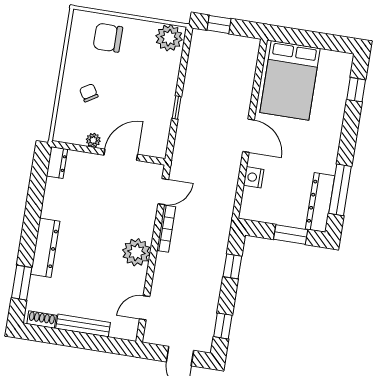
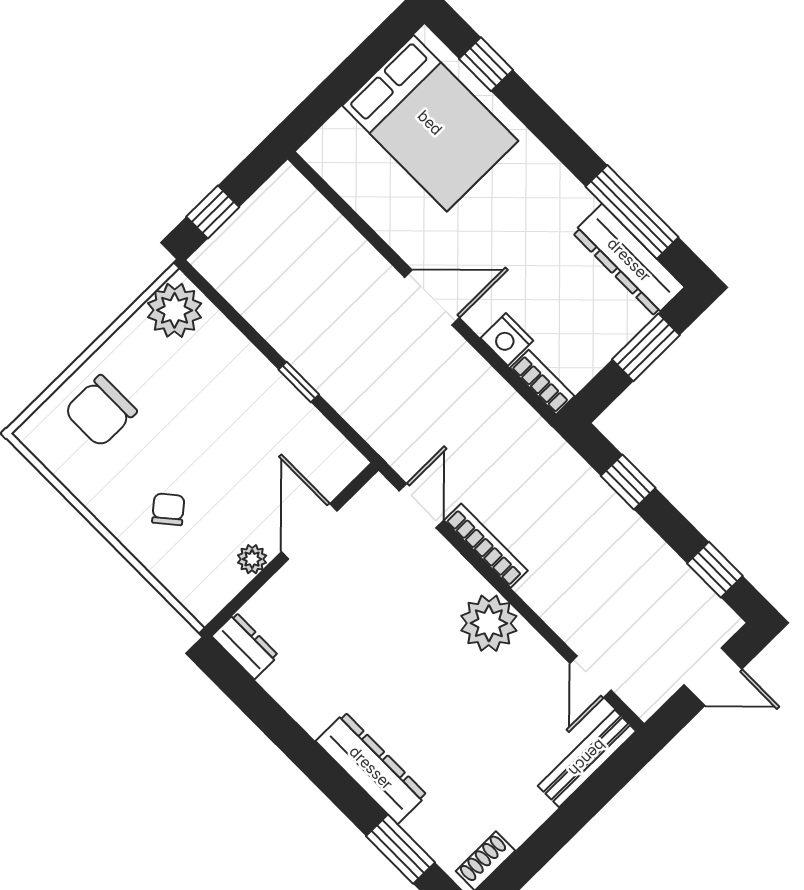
bed: (290, 80) -> (430, 123), moved
chair: (89, 93) -> (168, 509), turned 82
bookcase: (247, 204) -> (542, 382), added
bench: (83, 325) -> (587, 758), moved

